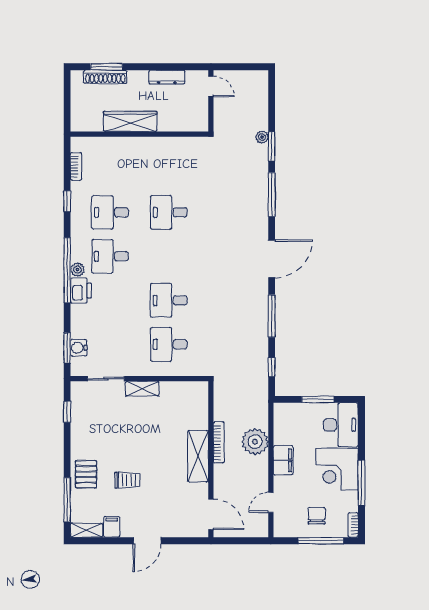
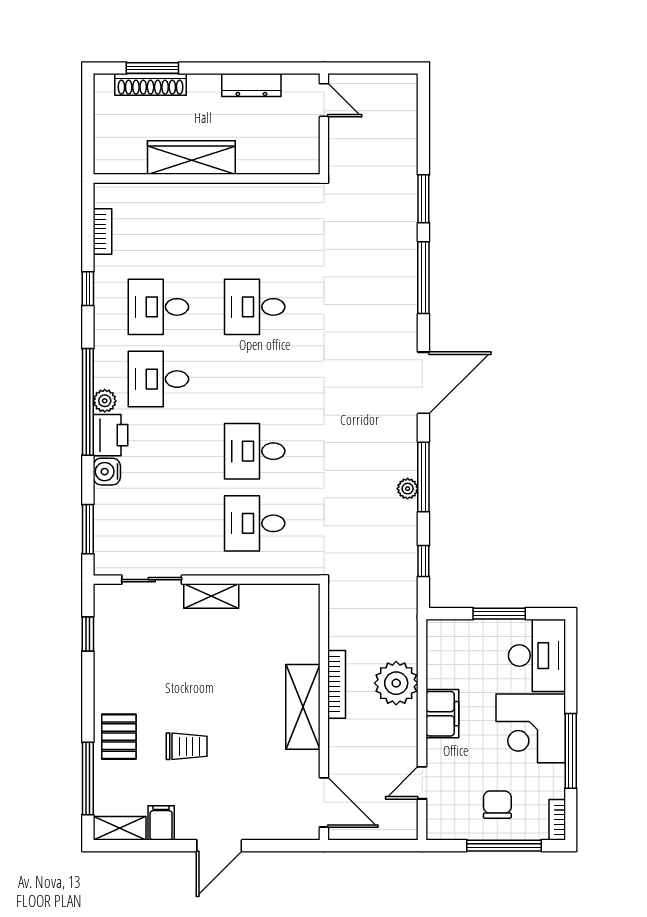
plant: (262, 137) -> (408, 489), moved
water cooler: (79, 348) -> (107, 472), moved

